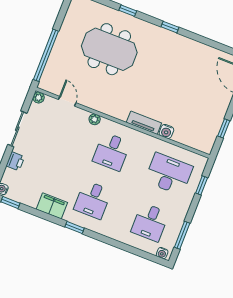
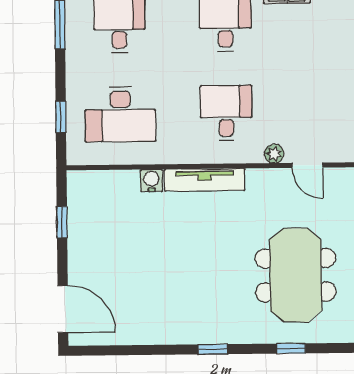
meeting table: (109, 49) -> (296, 275), turned 90
door: (67, 101) -> (307, 165), moved
tv unit: (144, 123) -> (205, 180), width x1.41

